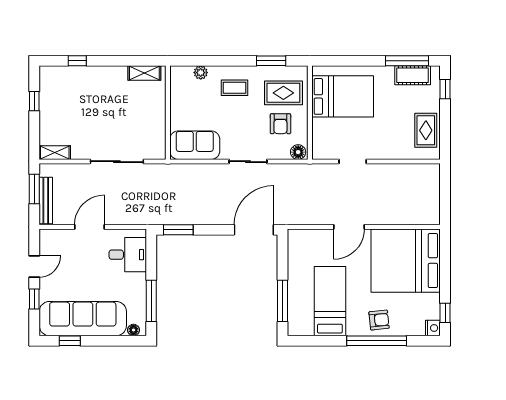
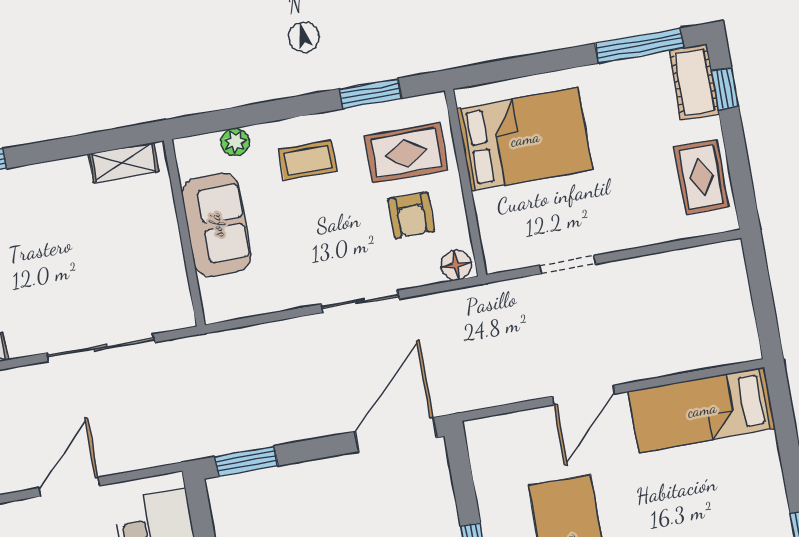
cot: (413, 75) -> (694, 82), moved, turned 90
sofa: (195, 145) -> (216, 225), moved, turned 90
bed: (406, 261) -> (702, 410), width x0.49

